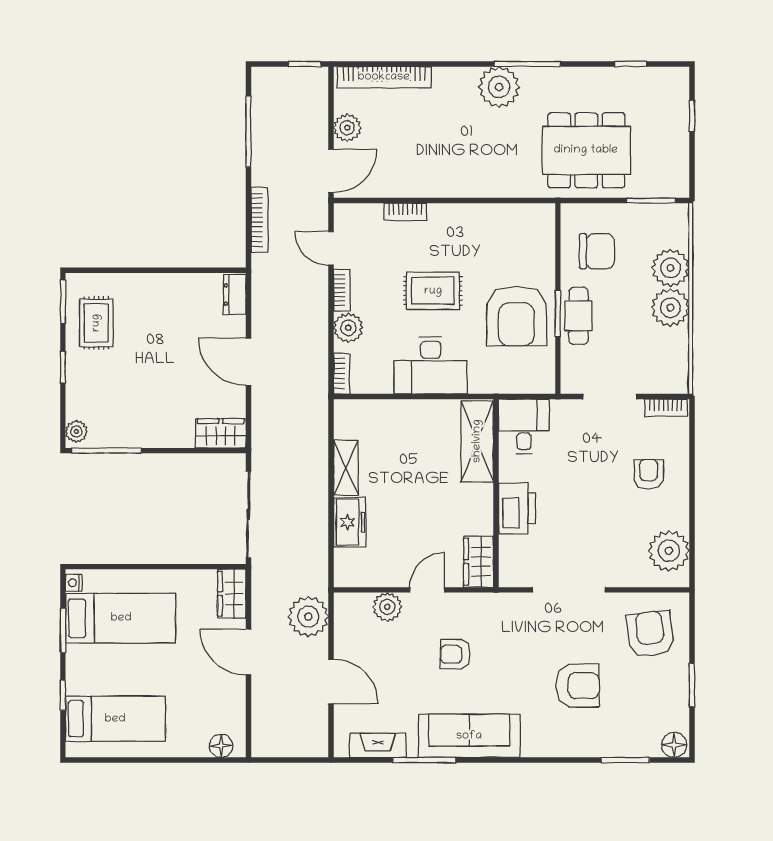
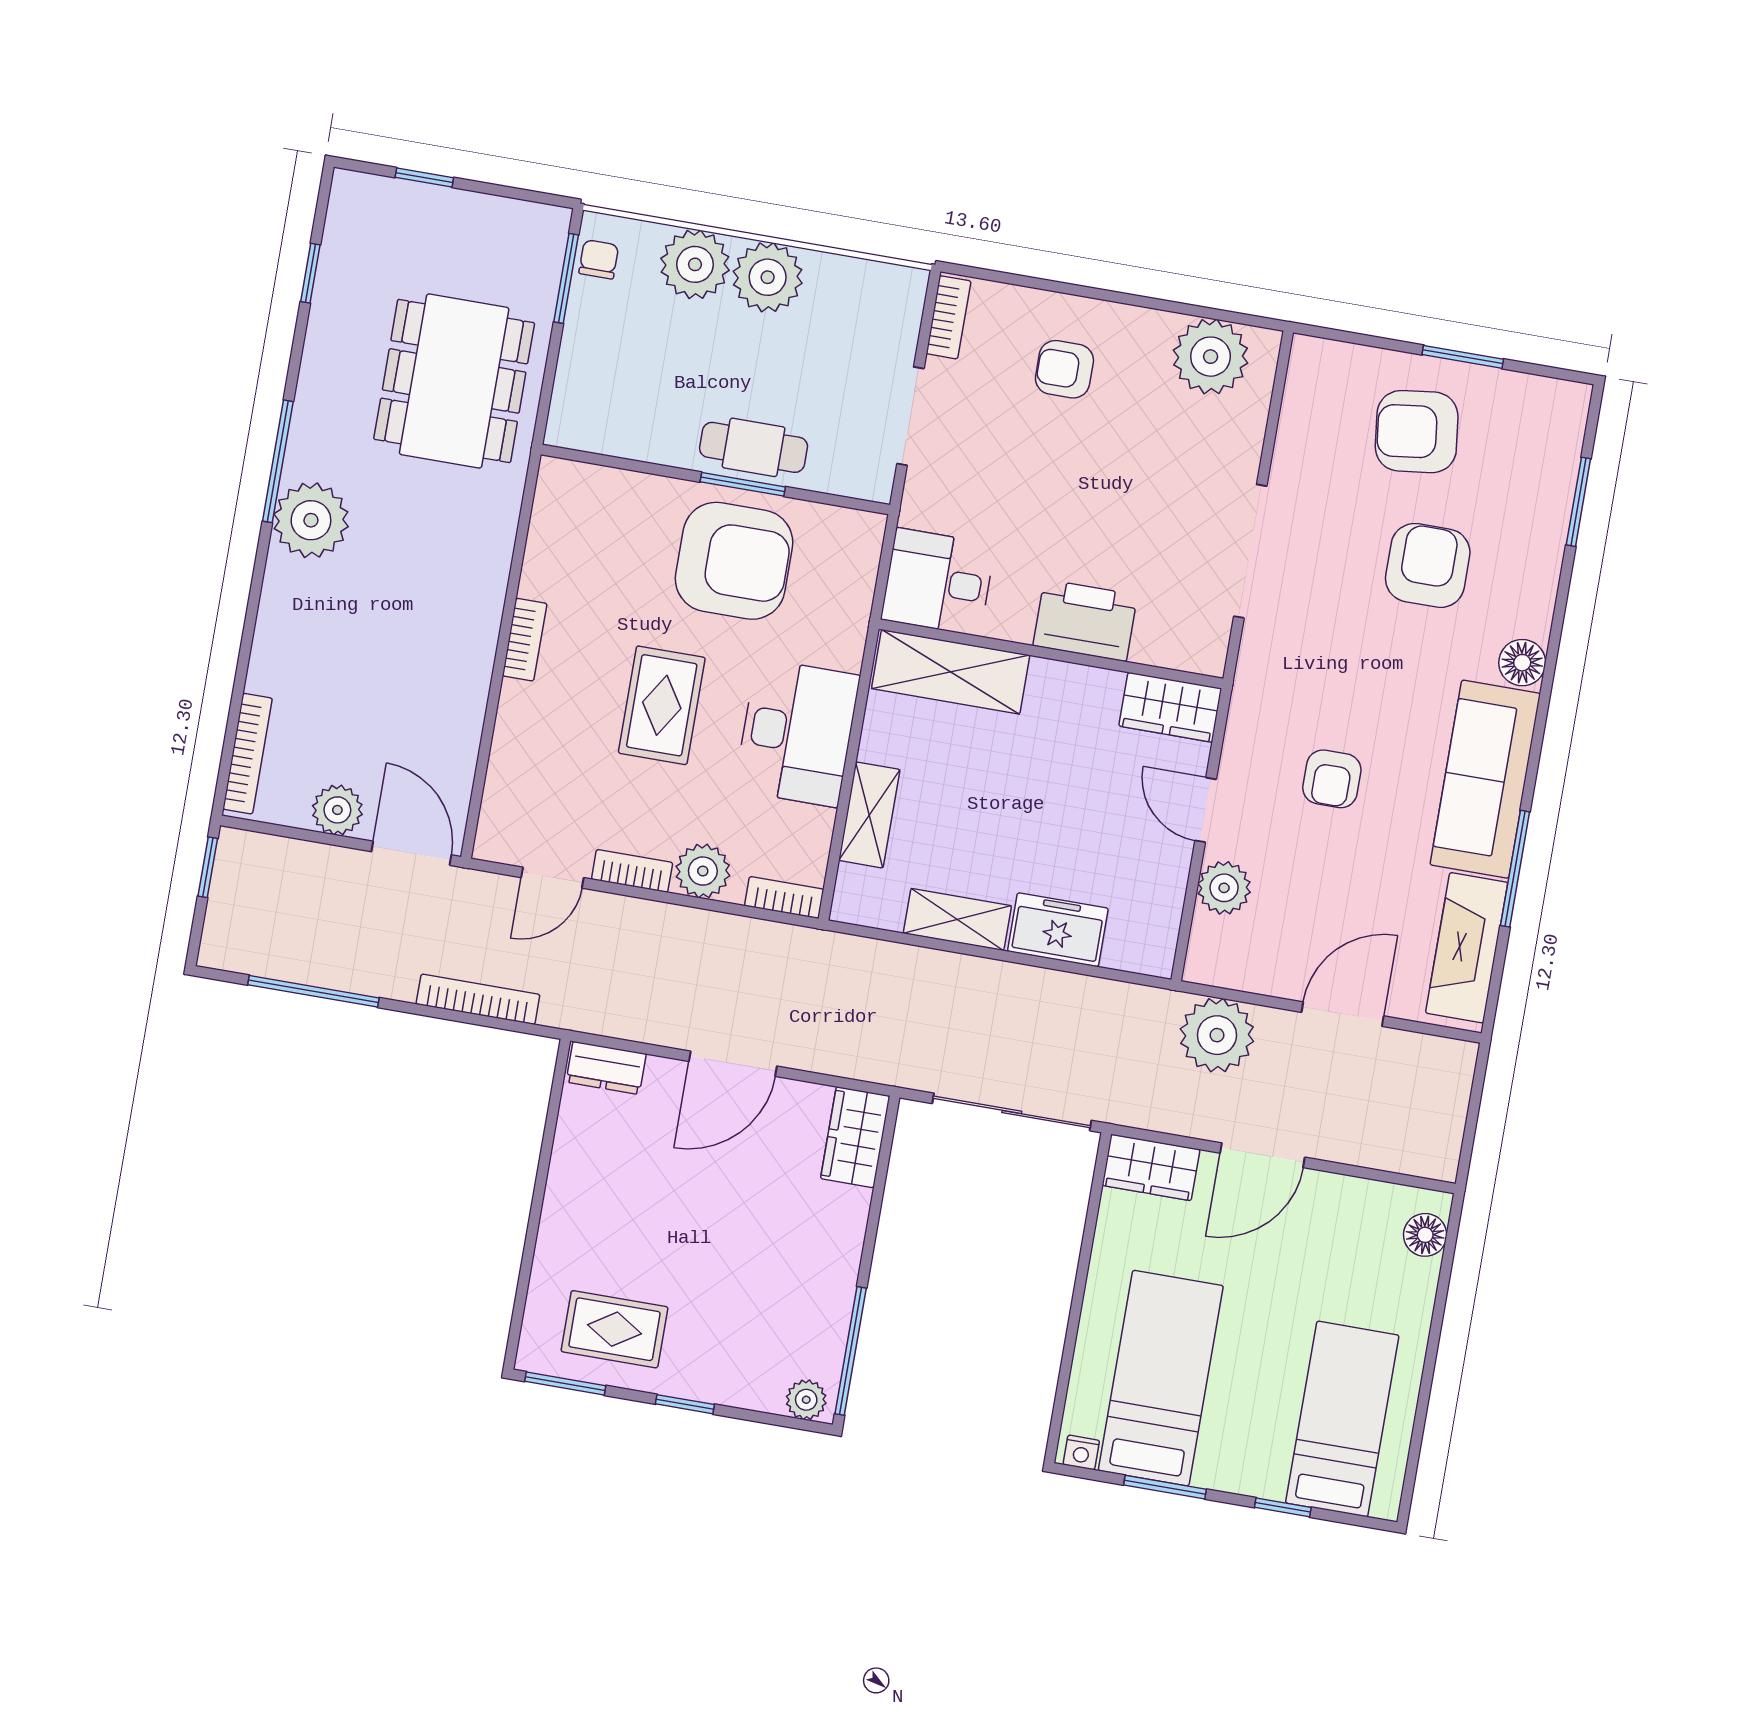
bookcase: (384, 77) -> (248, 754), width x0.68, depth x0.76
bookcase: (405, 212) -> (525, 640), moved
chair: (597, 251) -> (599, 259), moved, width x0.54, depth x0.54
shelving: (393, 411) -> (869, 815), added
armchair: (650, 634) -> (1417, 432), moved
fireplace: (378, 745) -> (1467, 948), width x1.37, depth x1.32
floor lamp: (674, 745) -> (1522, 663), moved

